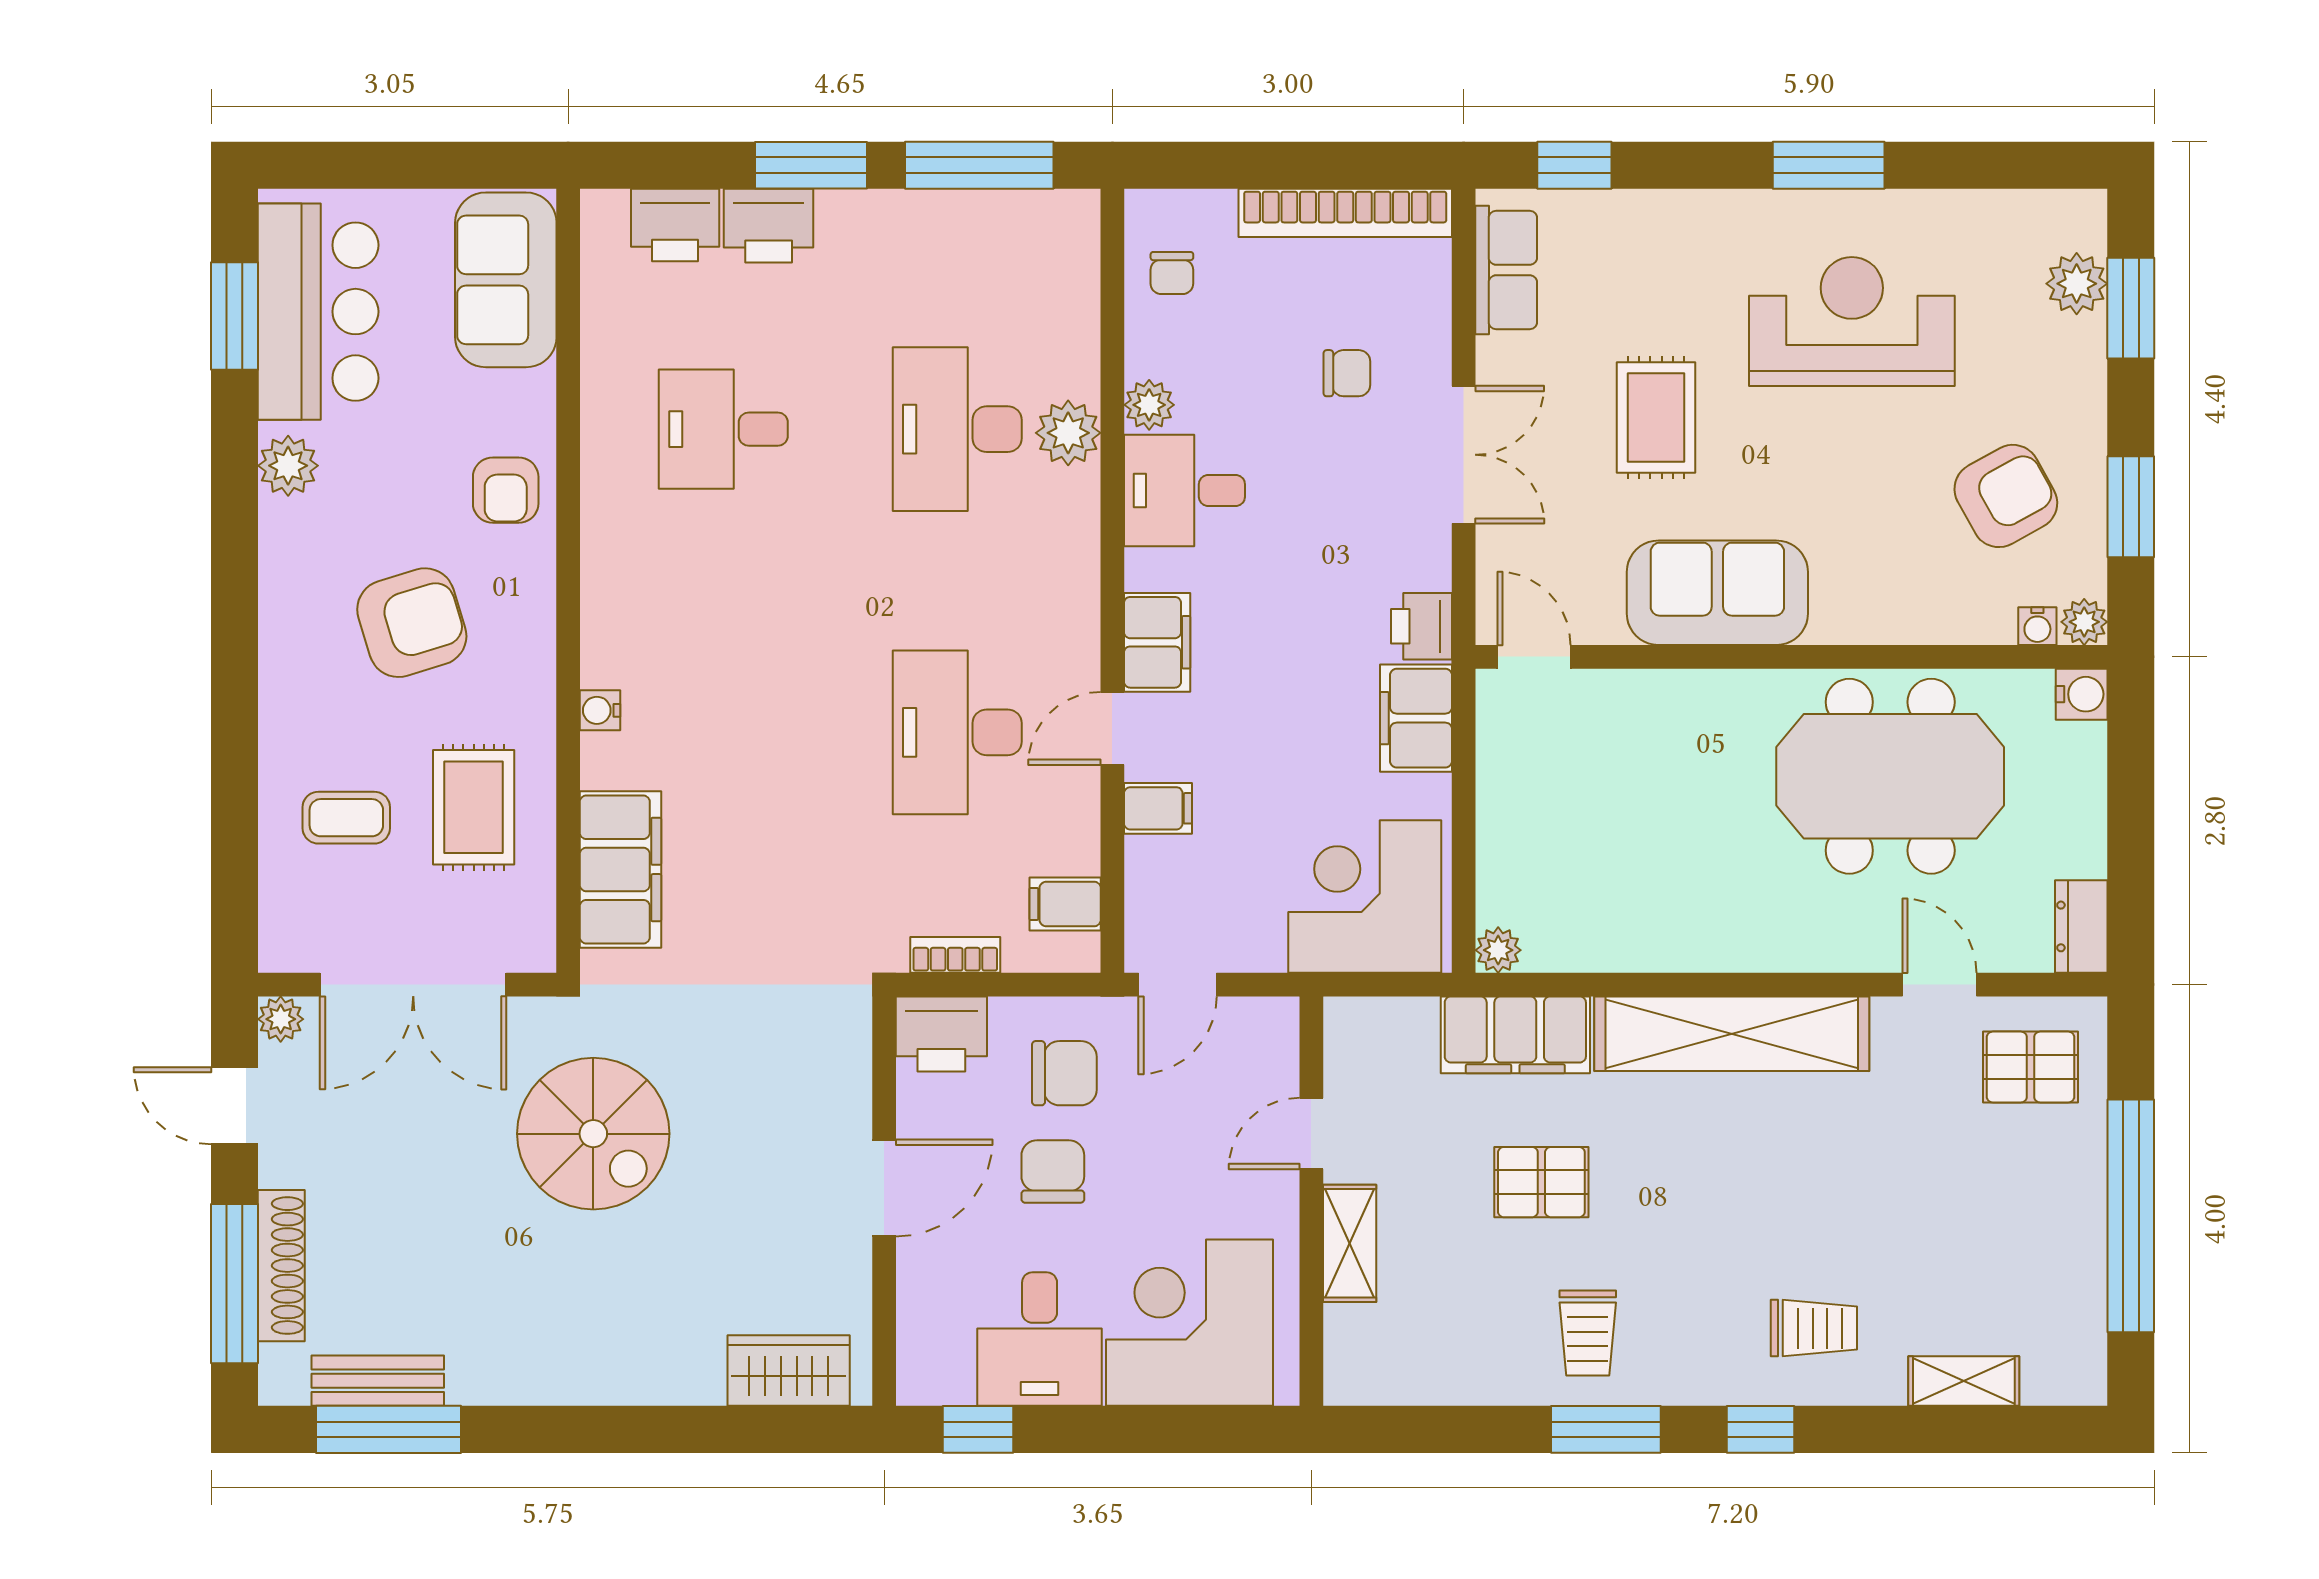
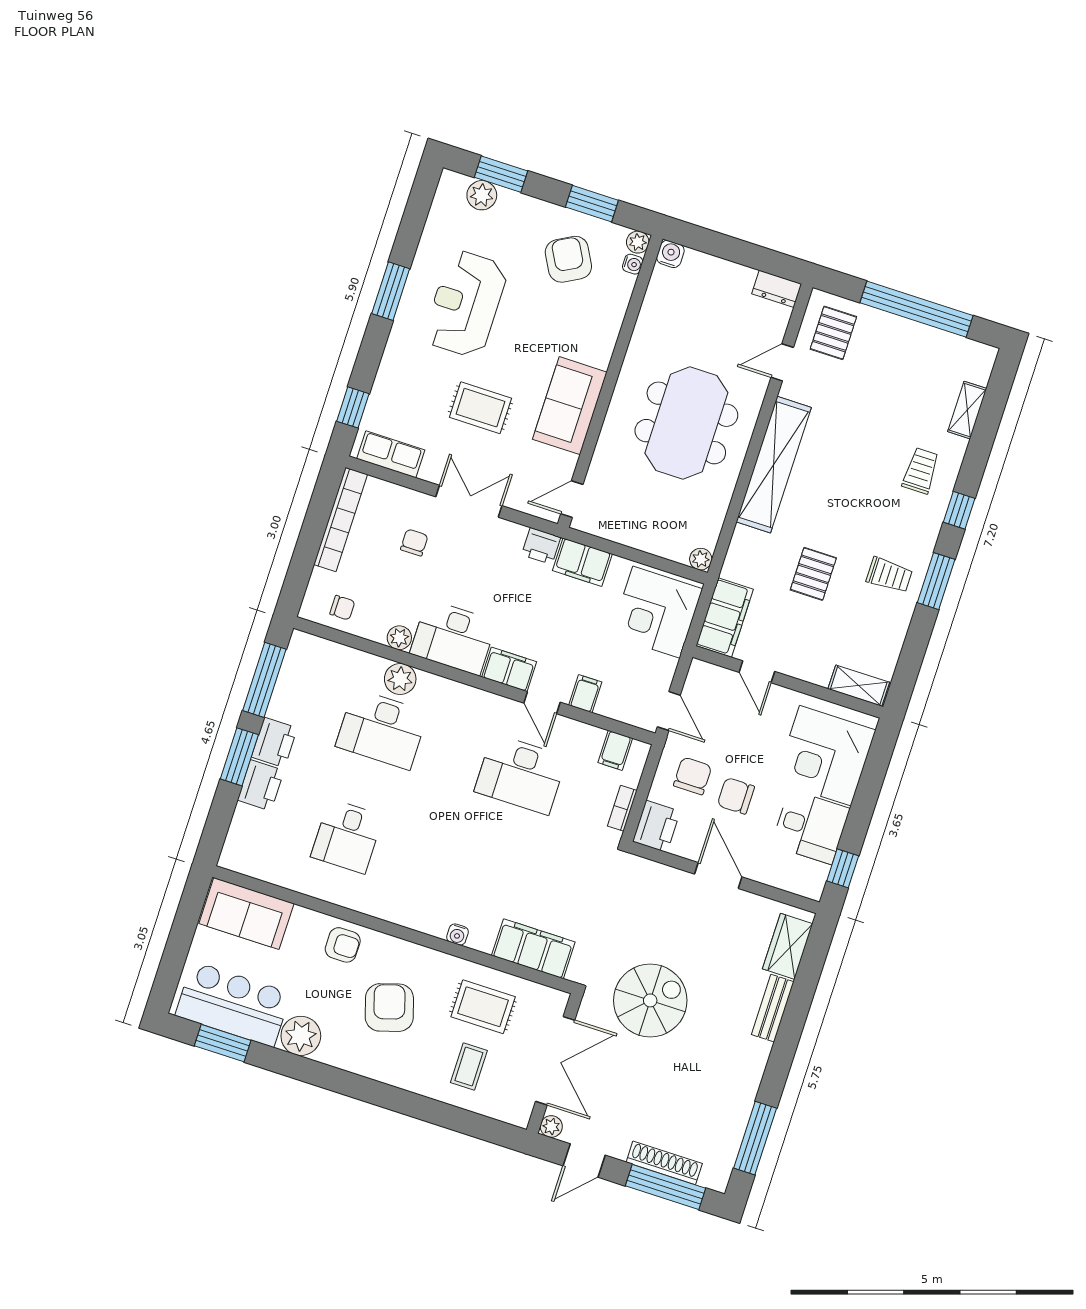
printer: (675, 225) -> (274, 742), moved
plant: (288, 466) -> (301, 1036), width x1.36, depth x1.36
desk: (1184, 490) -> (453, 637), width x1.37
meeting table: (1890, 776) -> (686, 423), moved
filing cabinet: (1515, 1035) -> (725, 617), moved
shelving: (1350, 1243) -> (859, 686), moved
bench: (378, 1381) -> (773, 1008), moved

